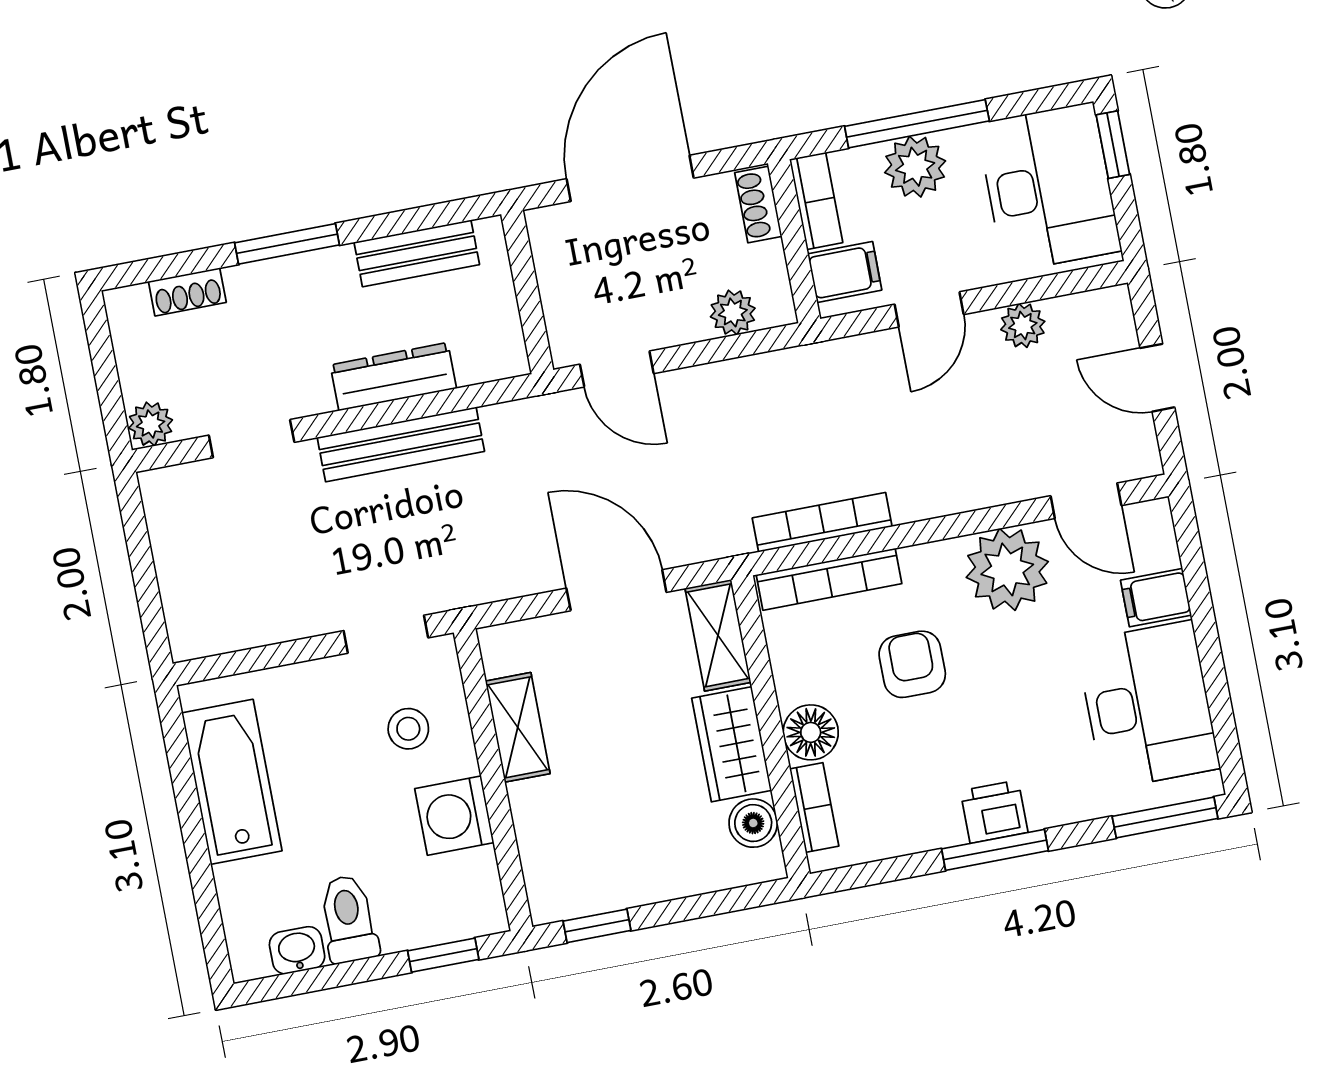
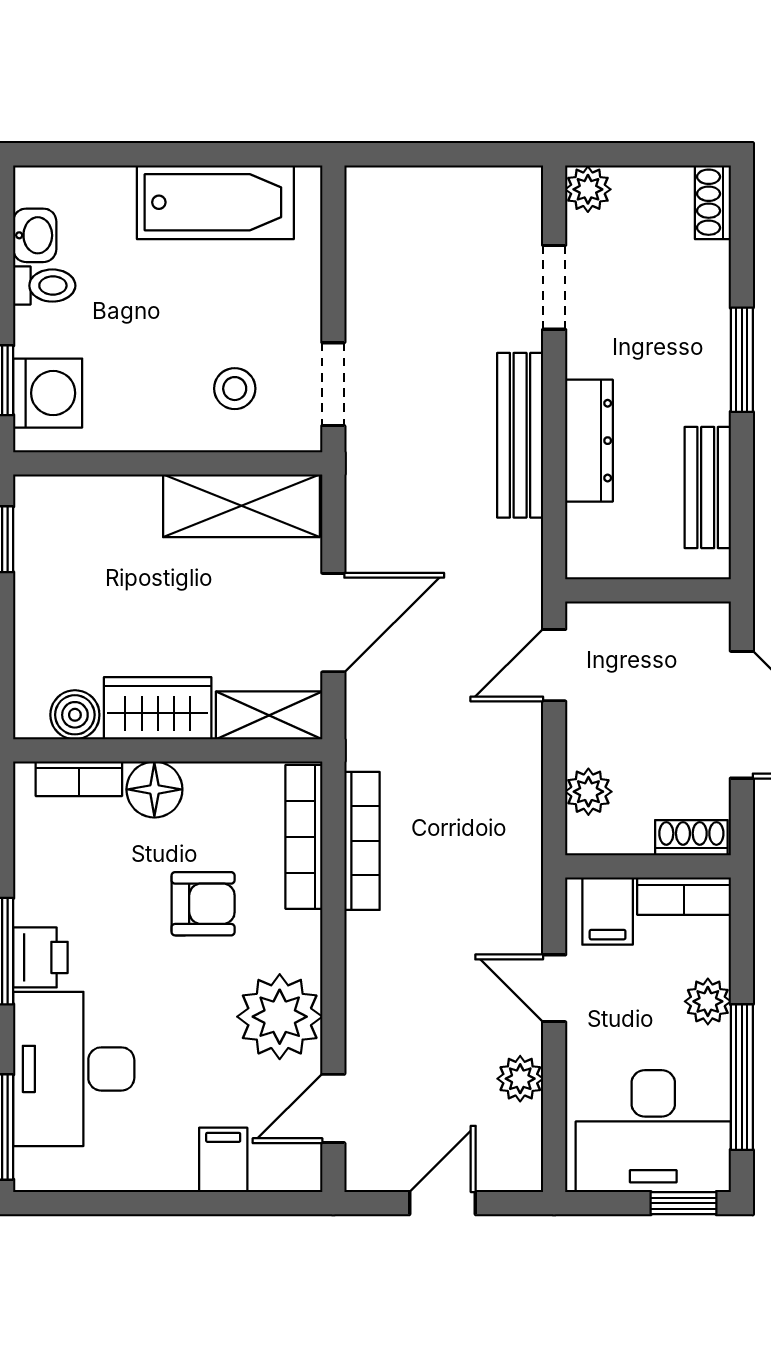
window: (917, 124) -> (742, 1077), moved
plant: (915, 167) -> (708, 1001), width x0.73, depth x0.73
shoe rack: (187, 292) -> (713, 202), moved
desk: (1148, 705) -> (74, 1069), moved, turned 90
shelving: (518, 727) -> (241, 506), width x1.50, depth x1.33
washing machine: (454, 816) -> (48, 393), moved, turned 90
toilet: (348, 919) -> (44, 286), width x0.73, depth x0.72

